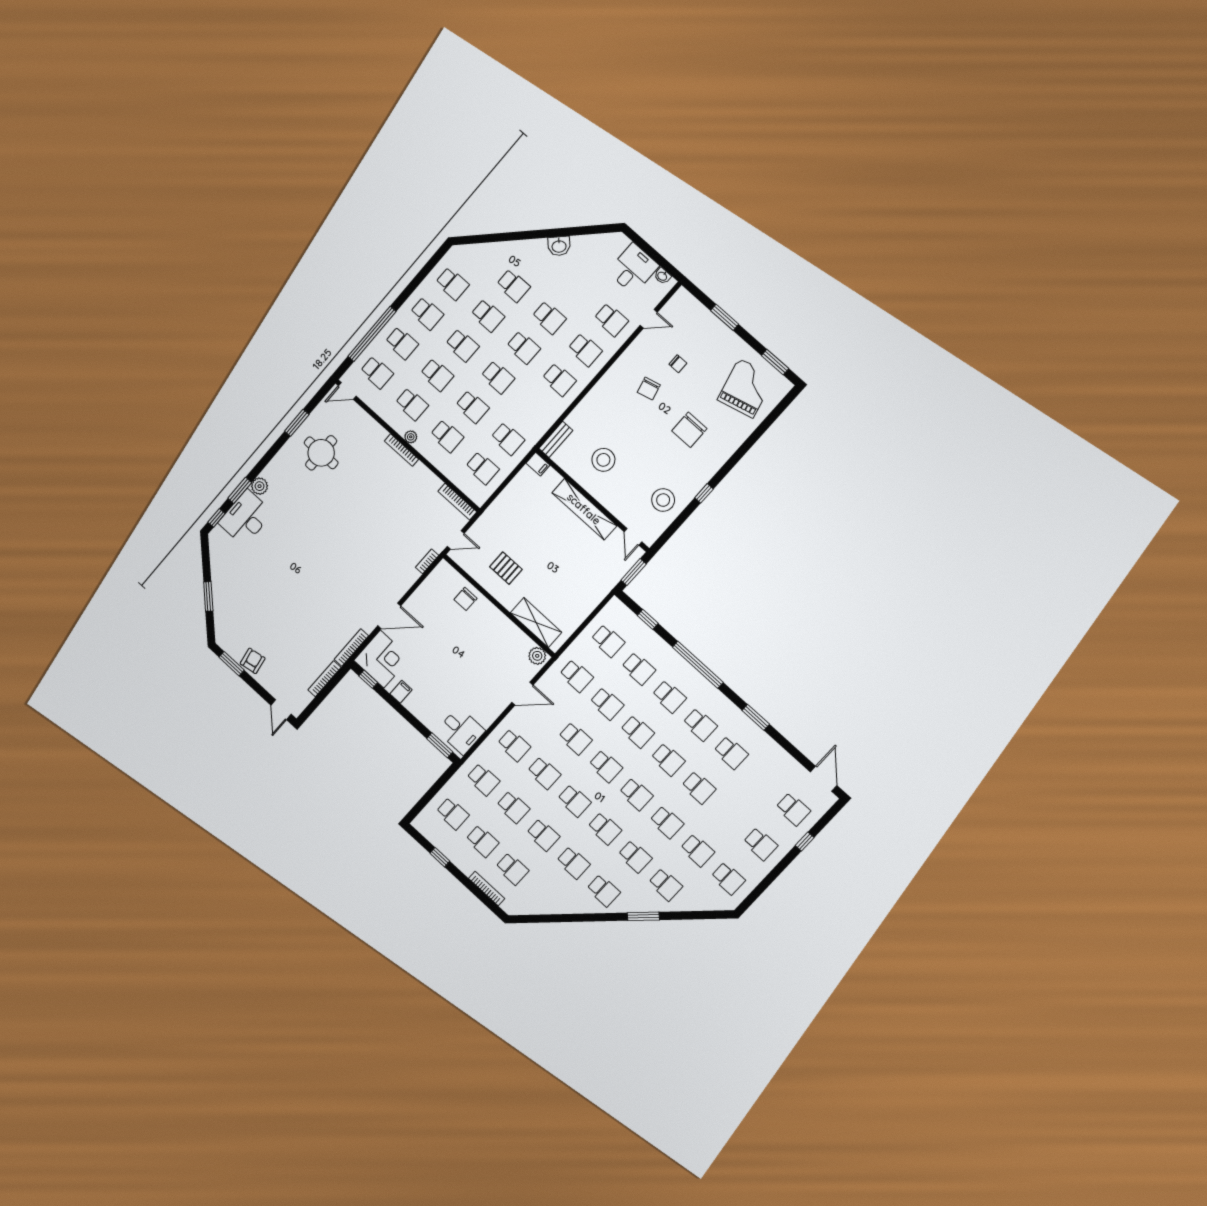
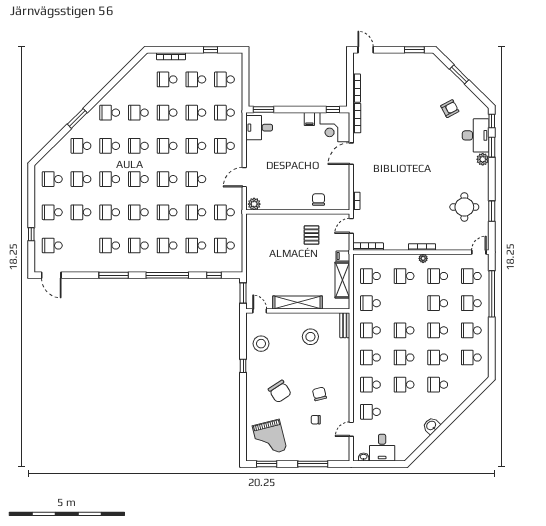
window: (725, 317) -> (313, 464), width x1.44
school desk: (472, 407) -> (370, 330), moved
chair: (689, 430) -> (280, 391), turned 147
filing cabinet: (538, 464) -> (343, 256), moved
pallet: (506, 568) -> (312, 235), turned 90
shelving: (536, 623) -> (342, 280), moved, turned 90
armchair: (253, 661) -> (450, 109), moved, turned -108
window: (756, 717) -> (114, 275), width x1.44
school desk: (730, 816) -> (81, 212), added

